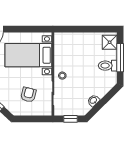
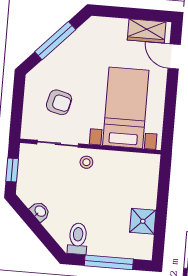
shower: (110, 42) -> (143, 221), moved
toilet: (108, 66) -> (78, 239), moved

